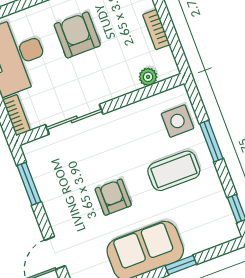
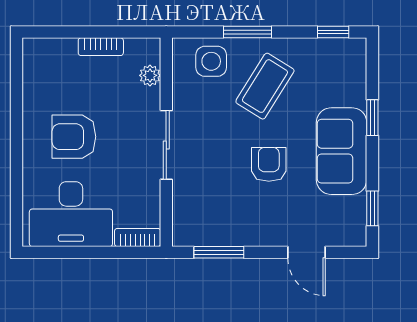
sliding door: (74, 119) -> (166, 145), moved
coffee table: (174, 171) -> (265, 86), turned 32
armchair: (113, 197) -> (269, 164), turned 90

